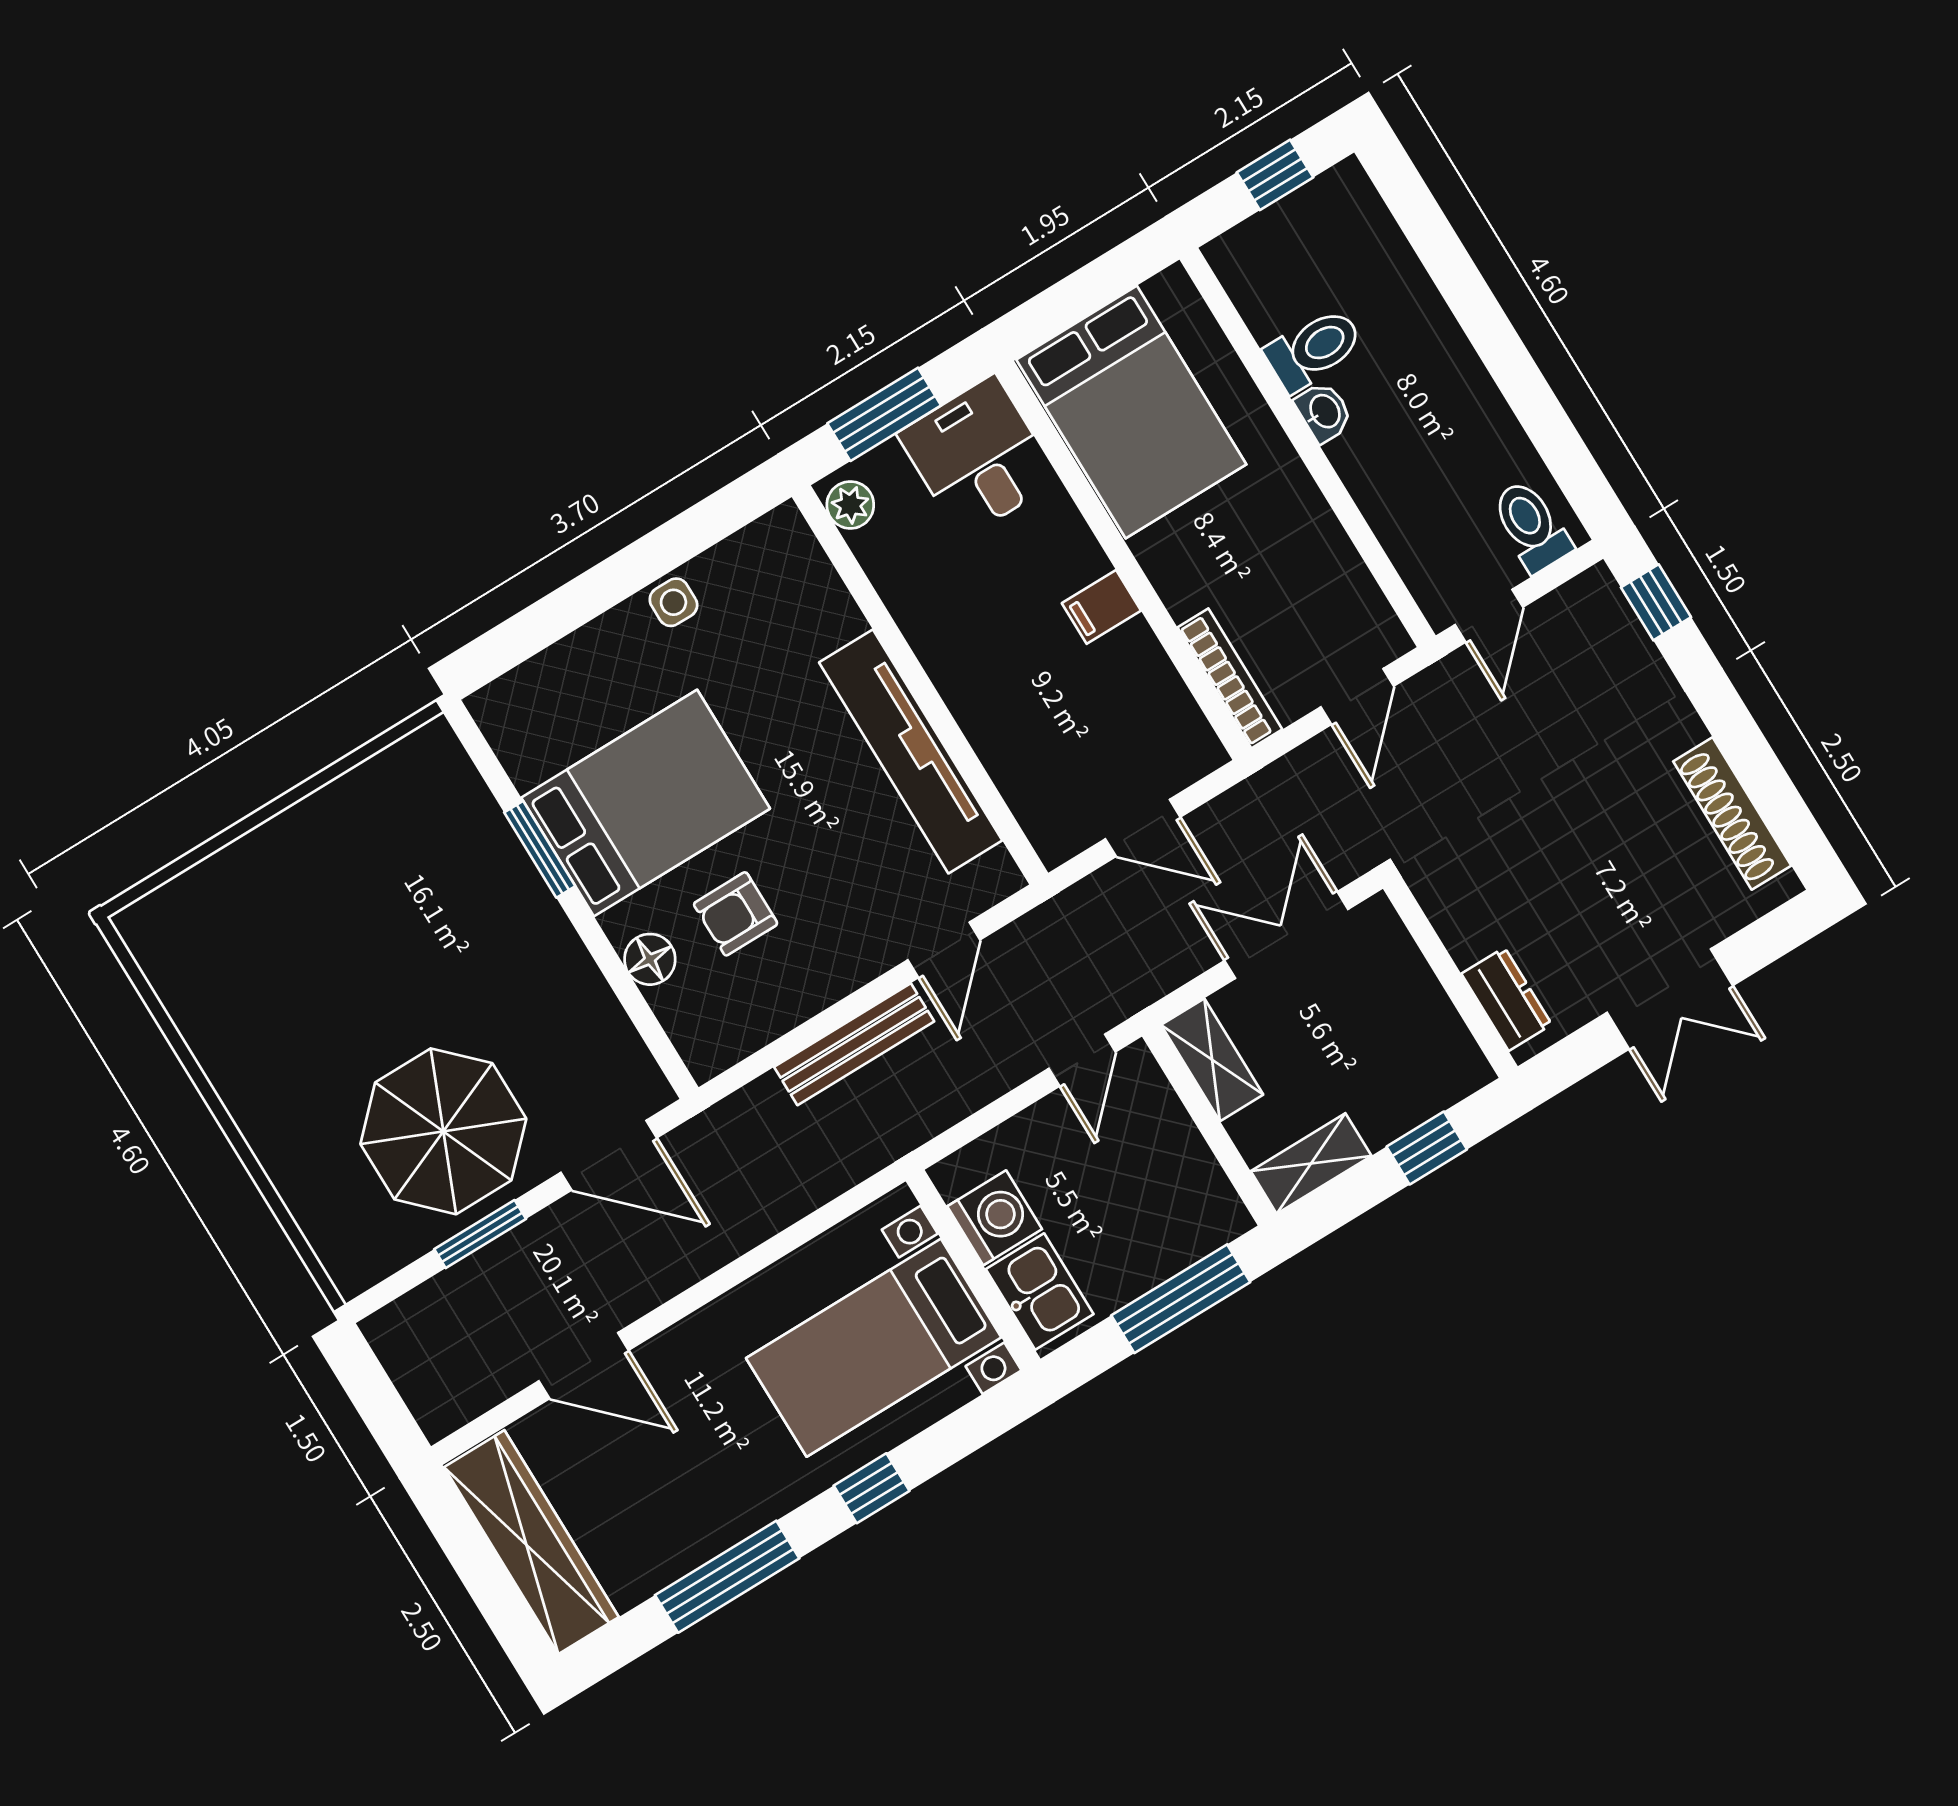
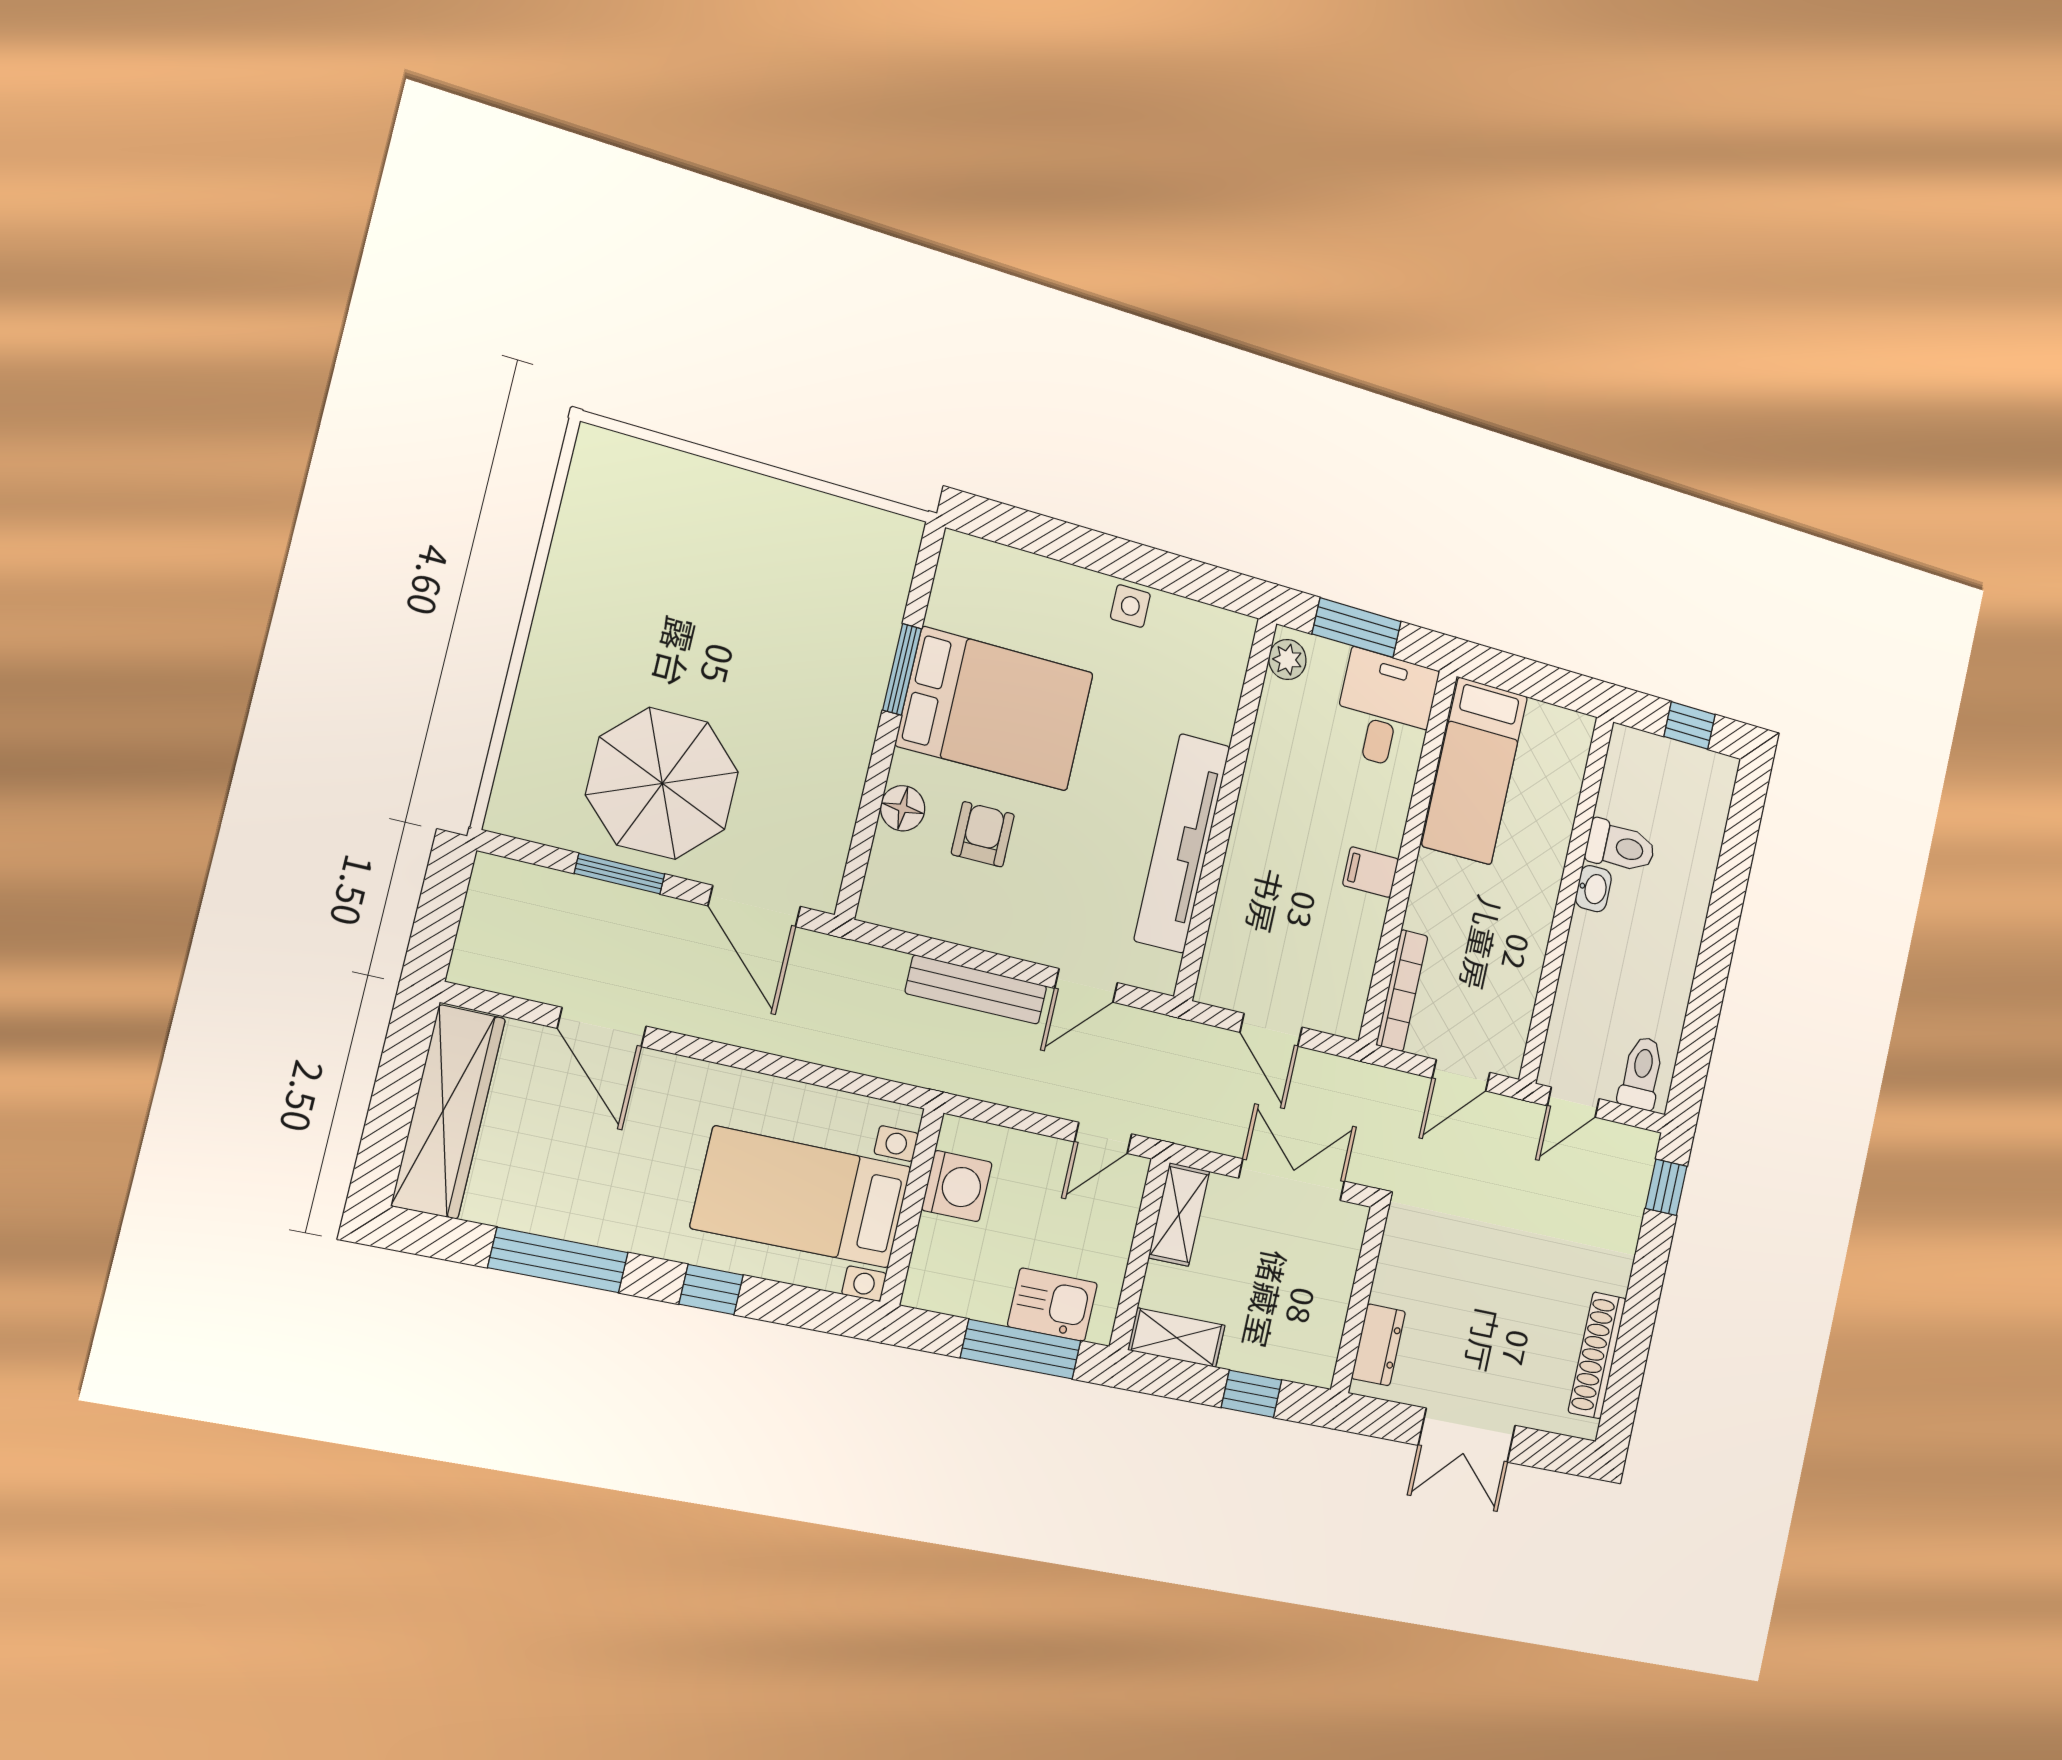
bed: (1131, 412) -> (1475, 771), width x0.67
armchair: (736, 914) -> (983, 834), turned 90
kitchen sink: (1040, 1292) -> (1052, 1305), moved, turned -90

